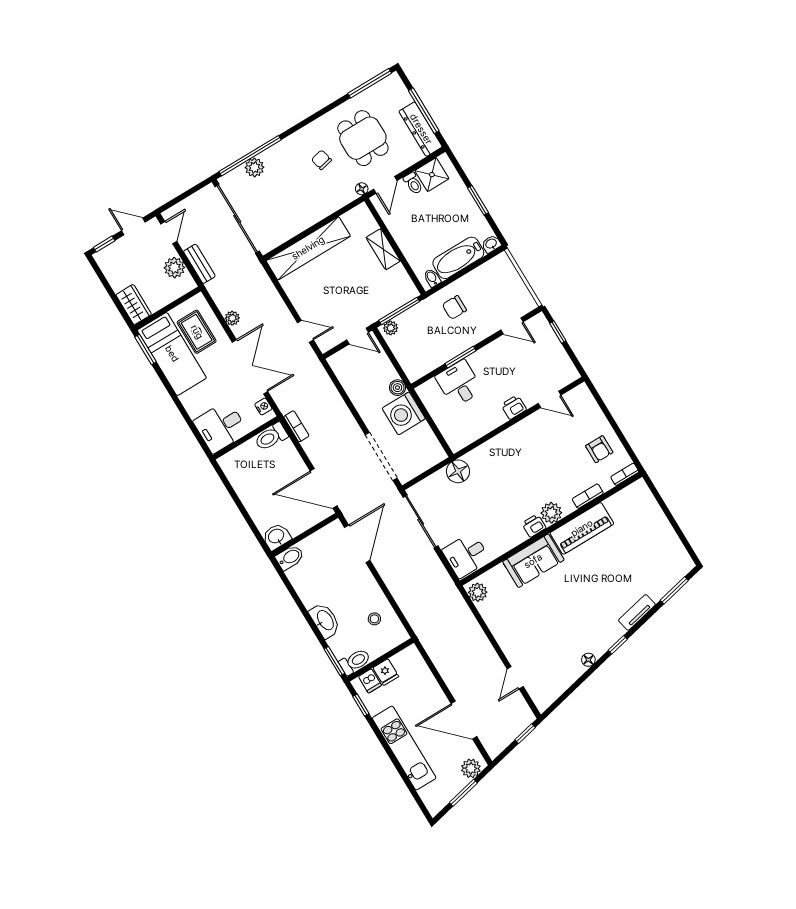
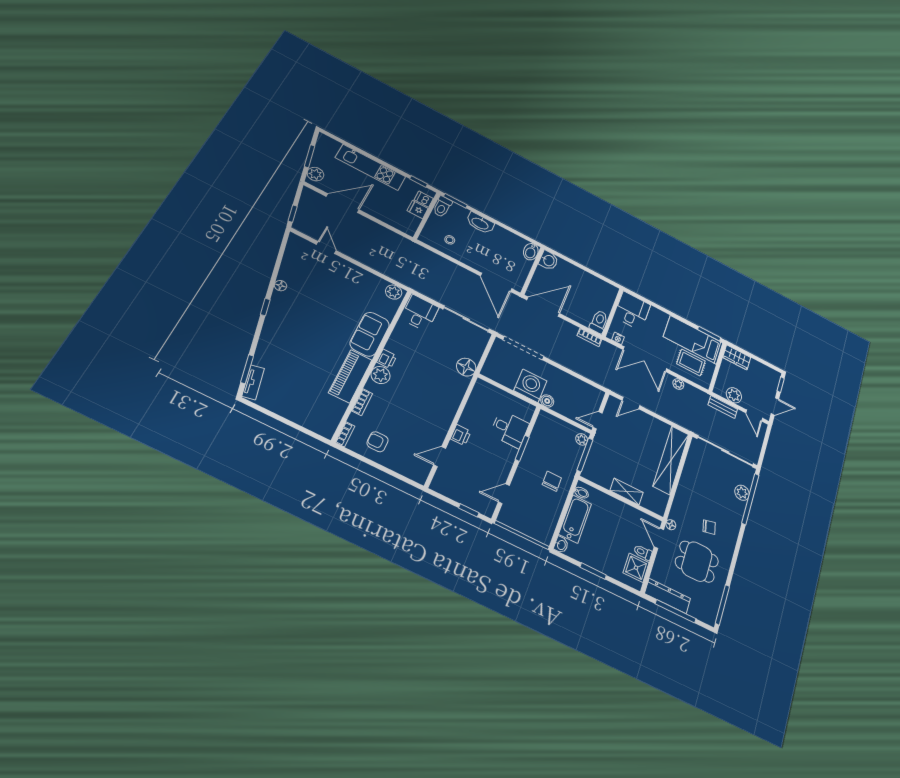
tv unit: (637, 612) -> (253, 382), moved

